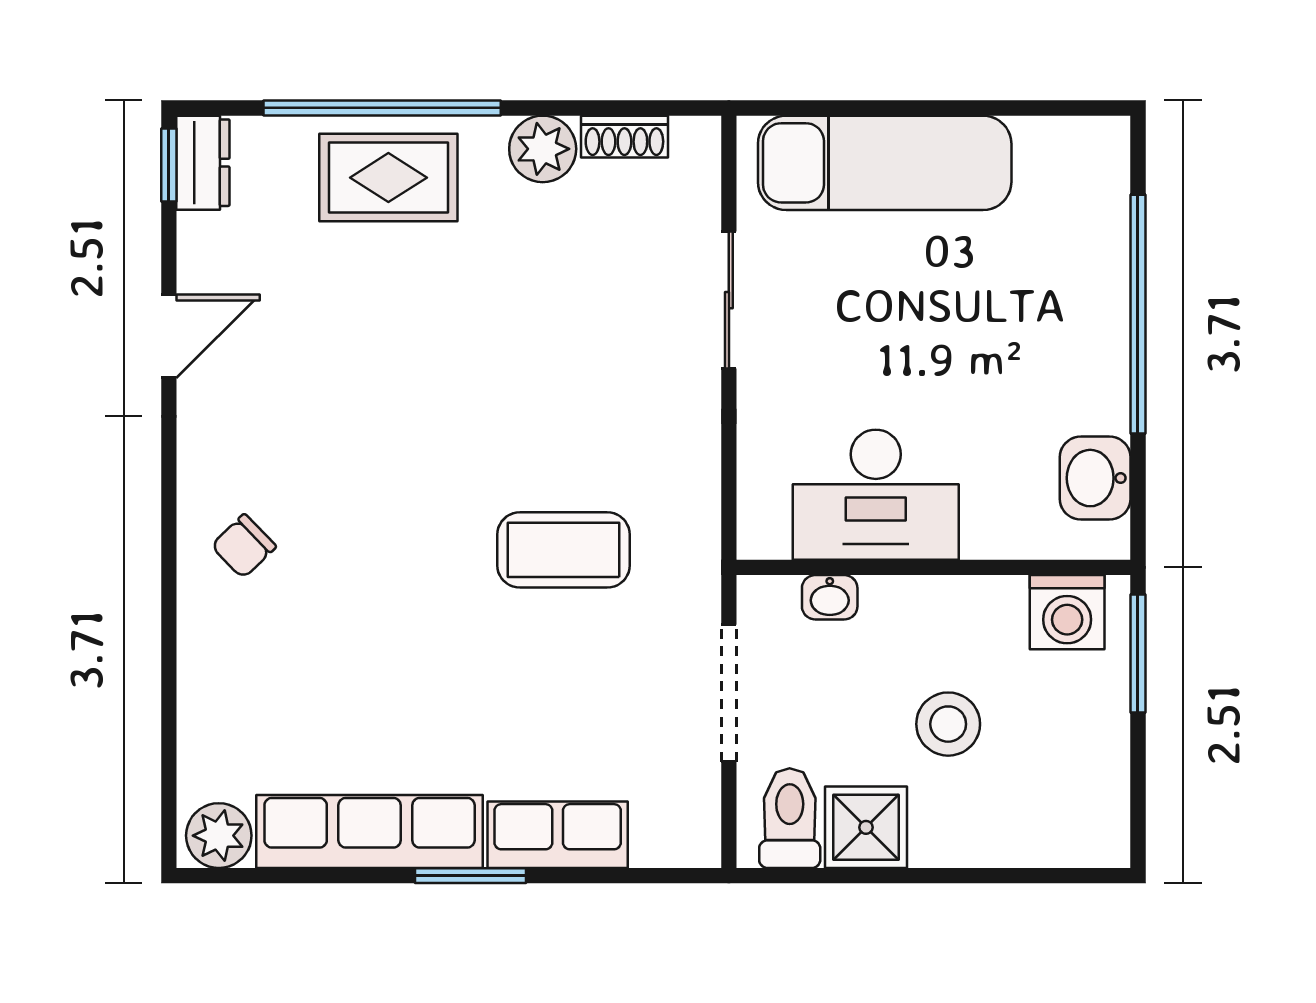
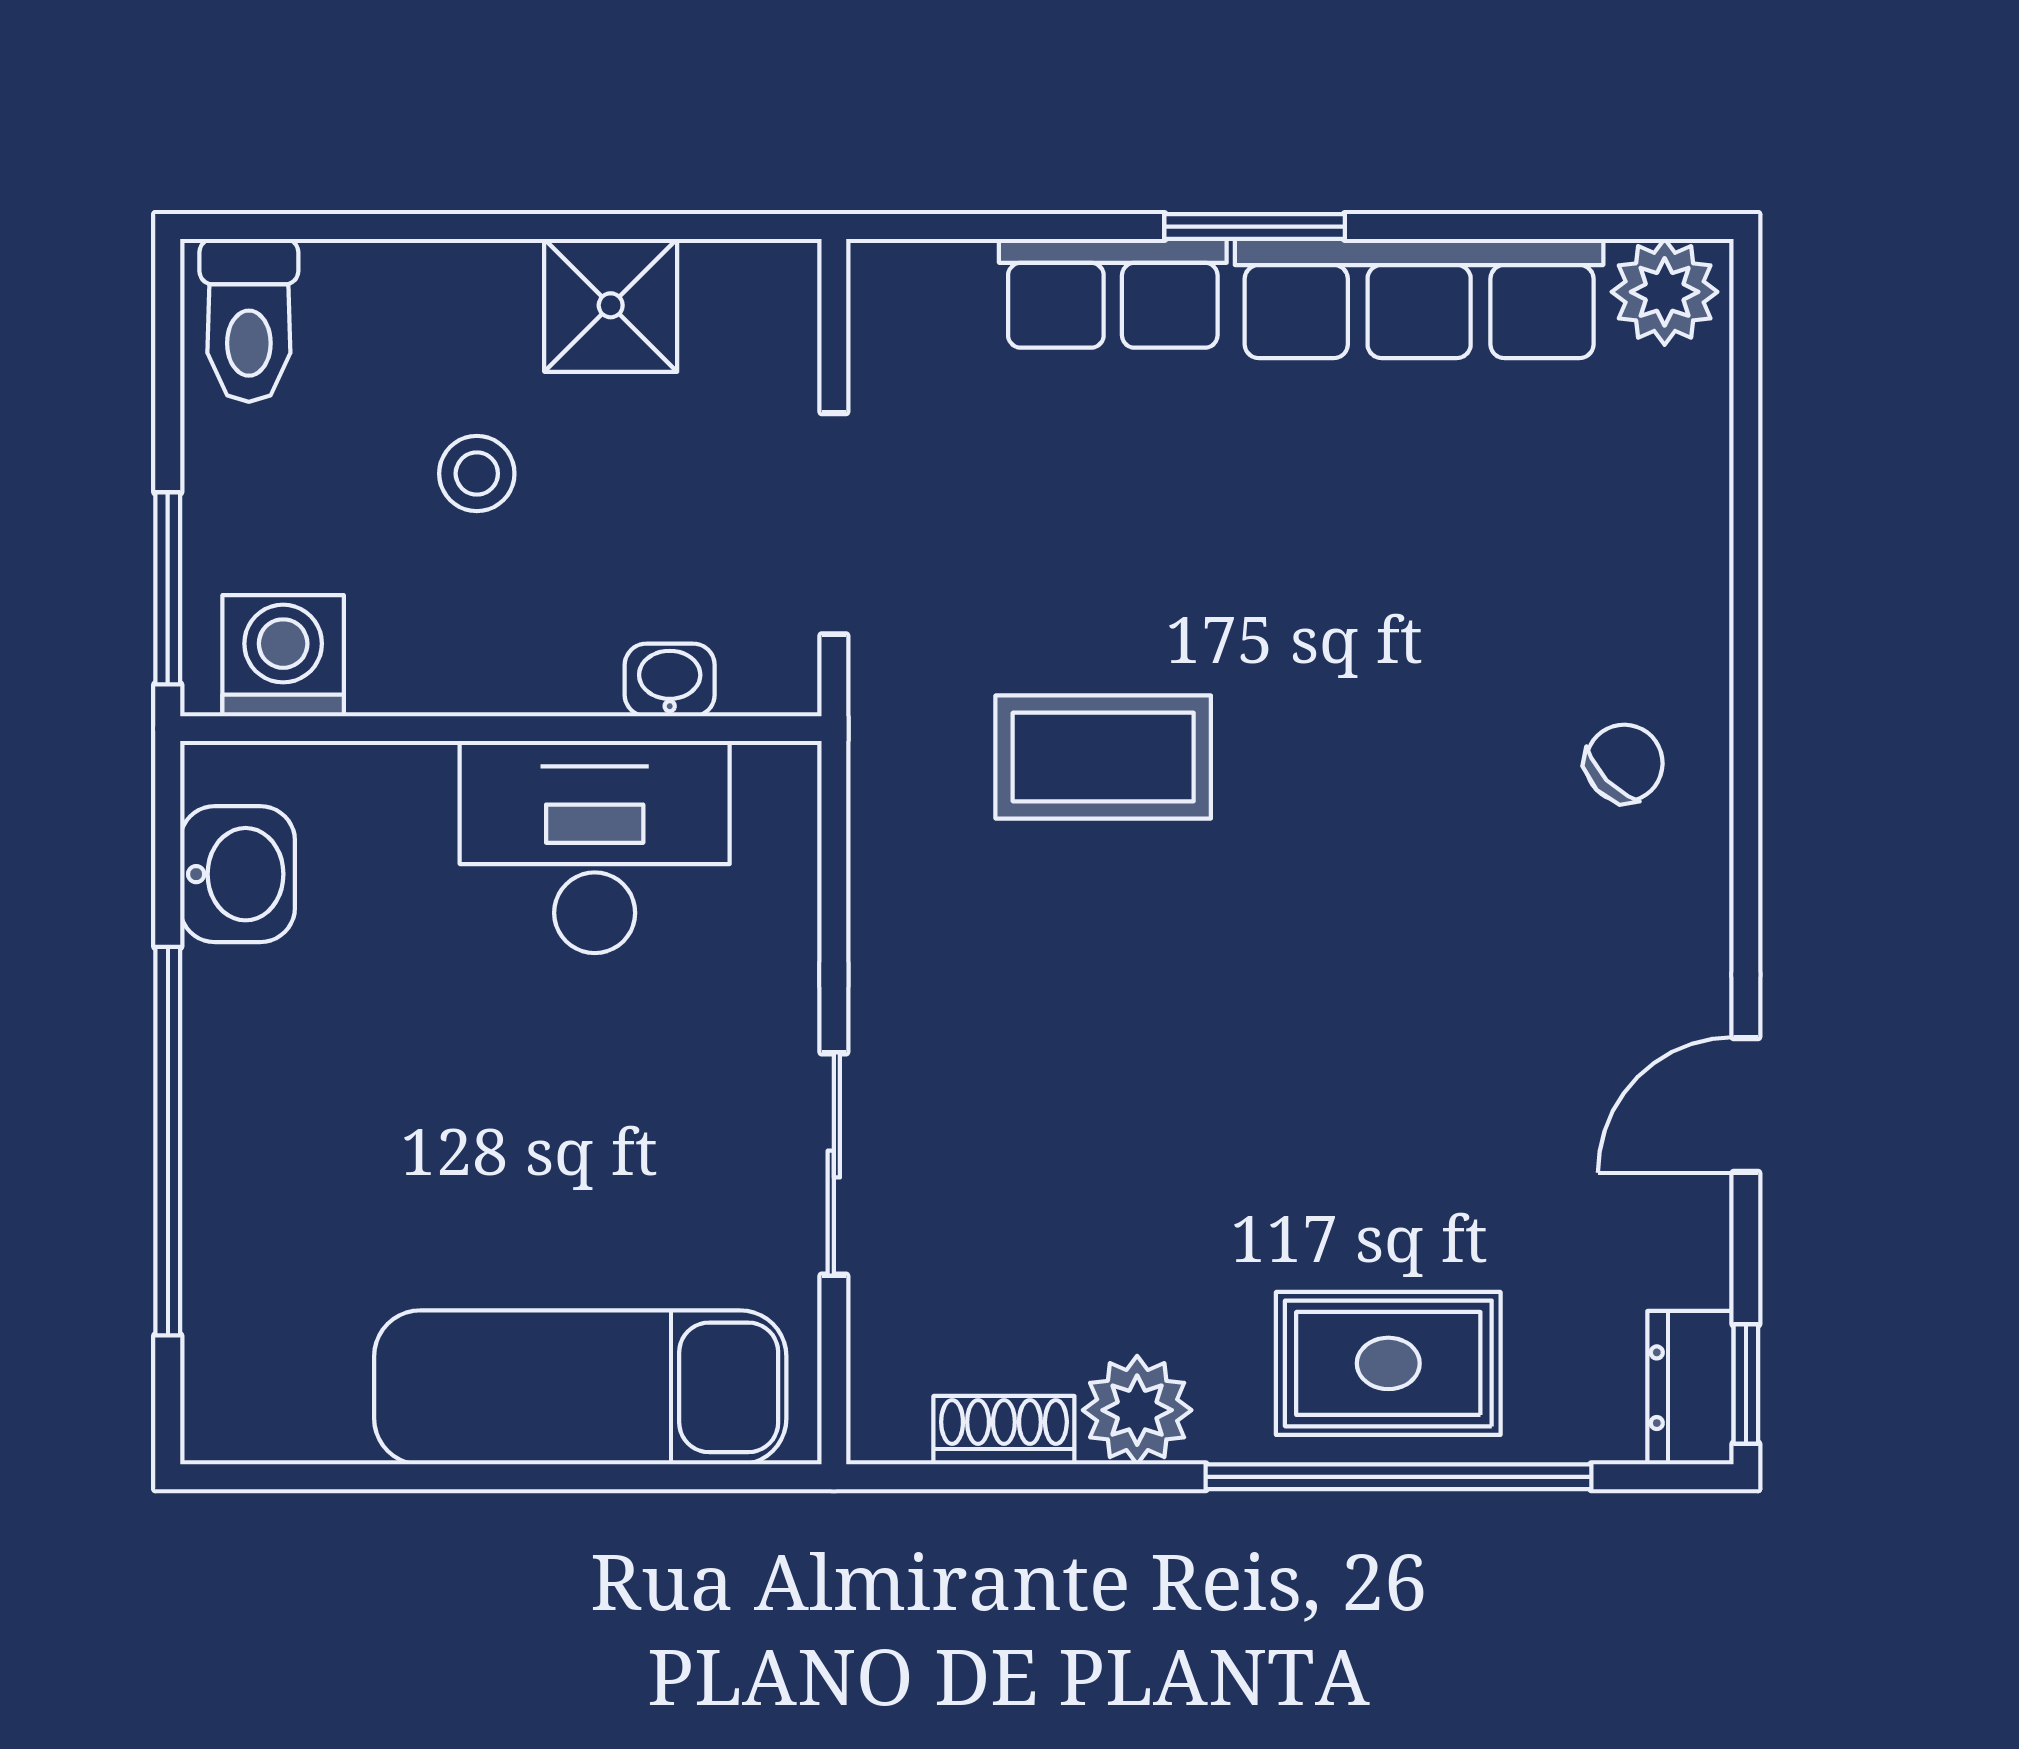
stool: (948, 724) -> (477, 474), width x0.73, depth x0.73
toilet: (790, 818) -> (249, 320), moved

